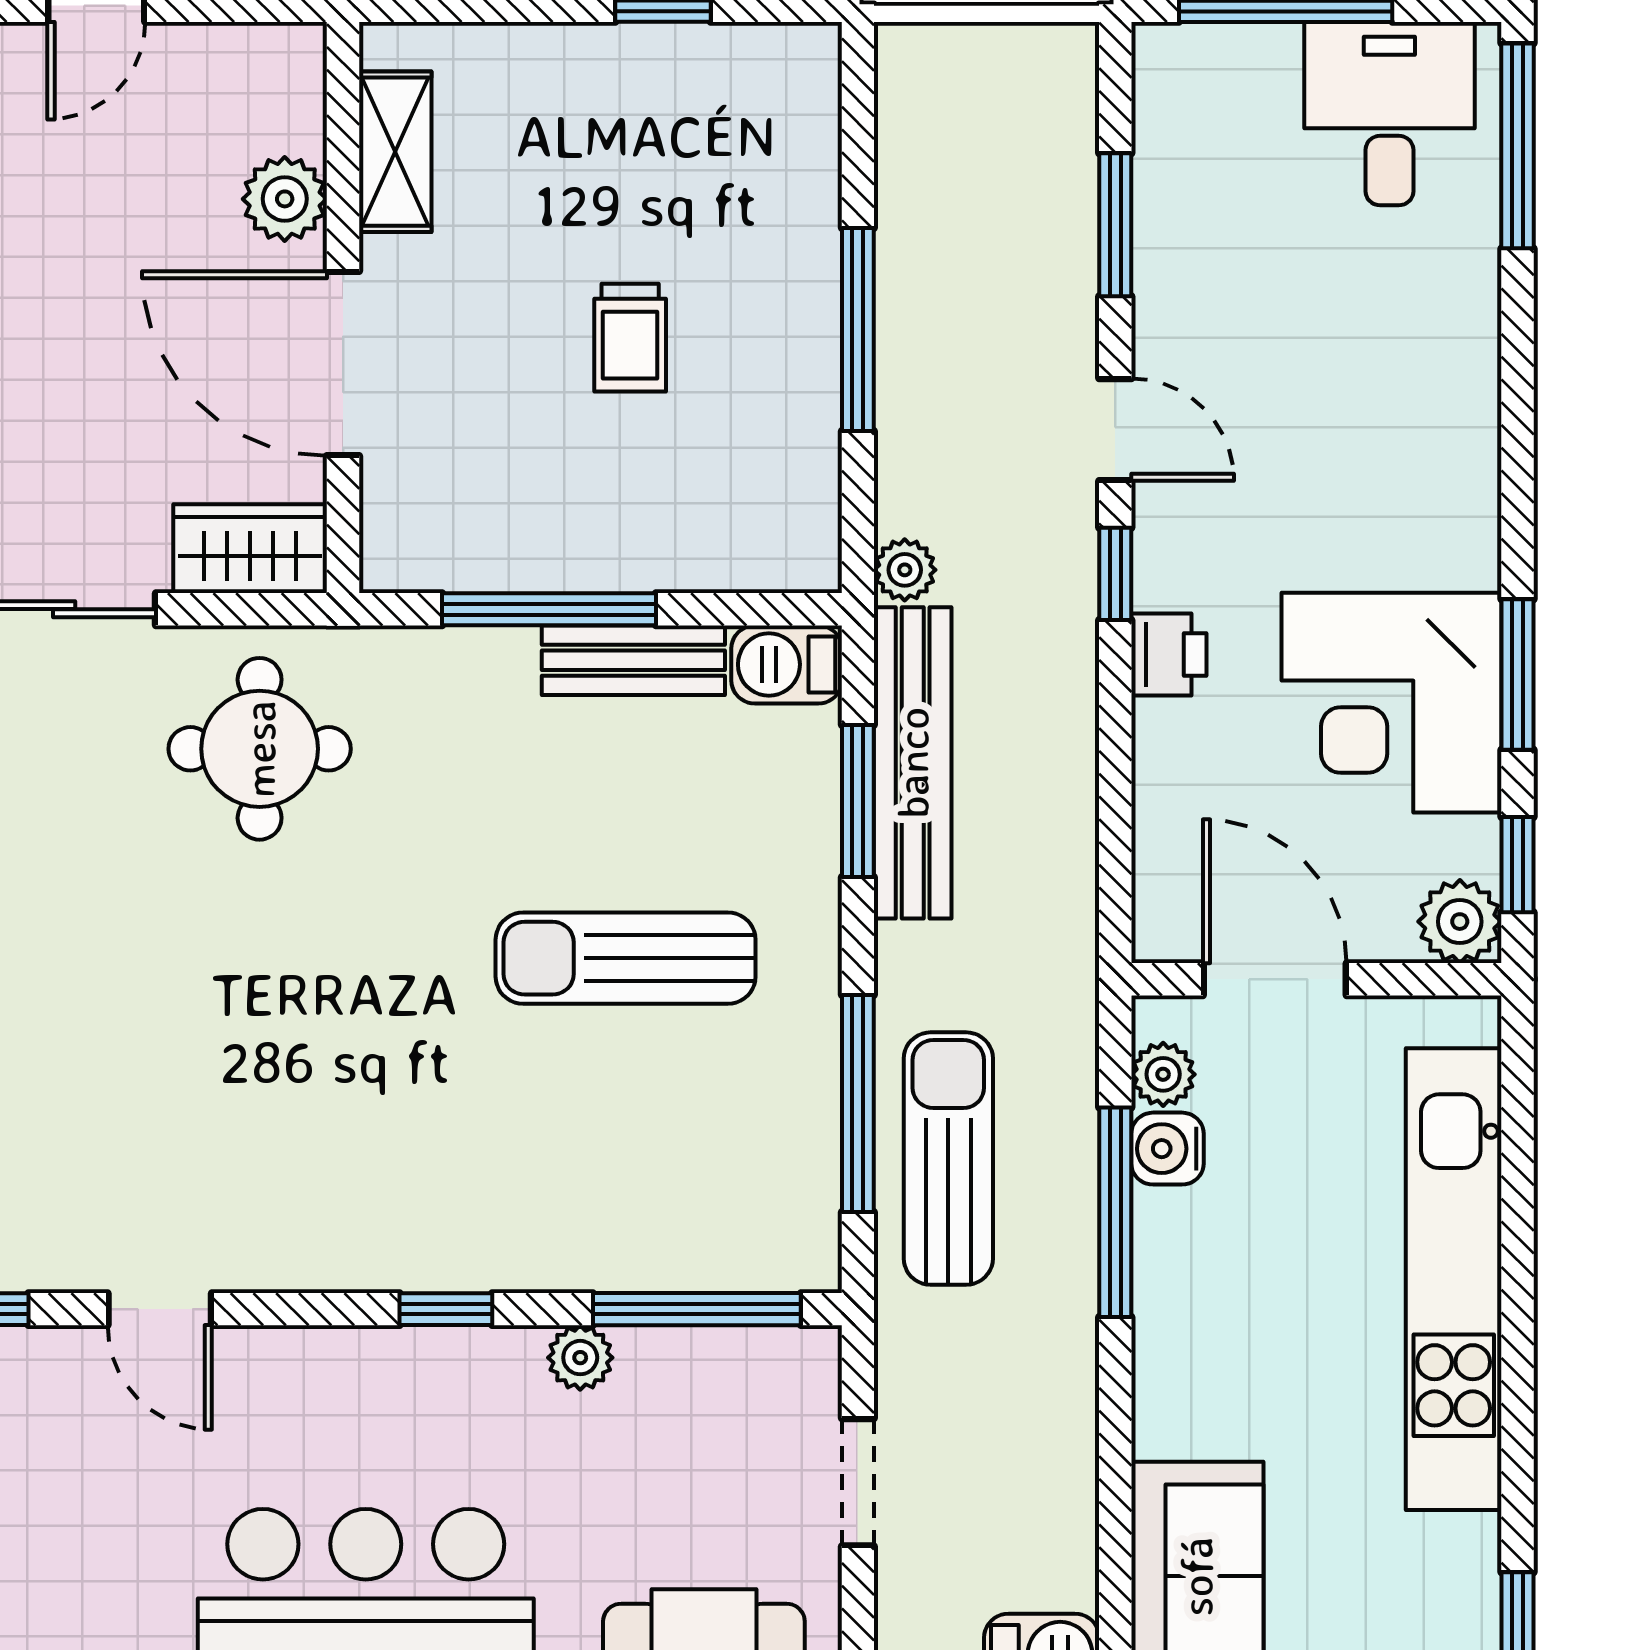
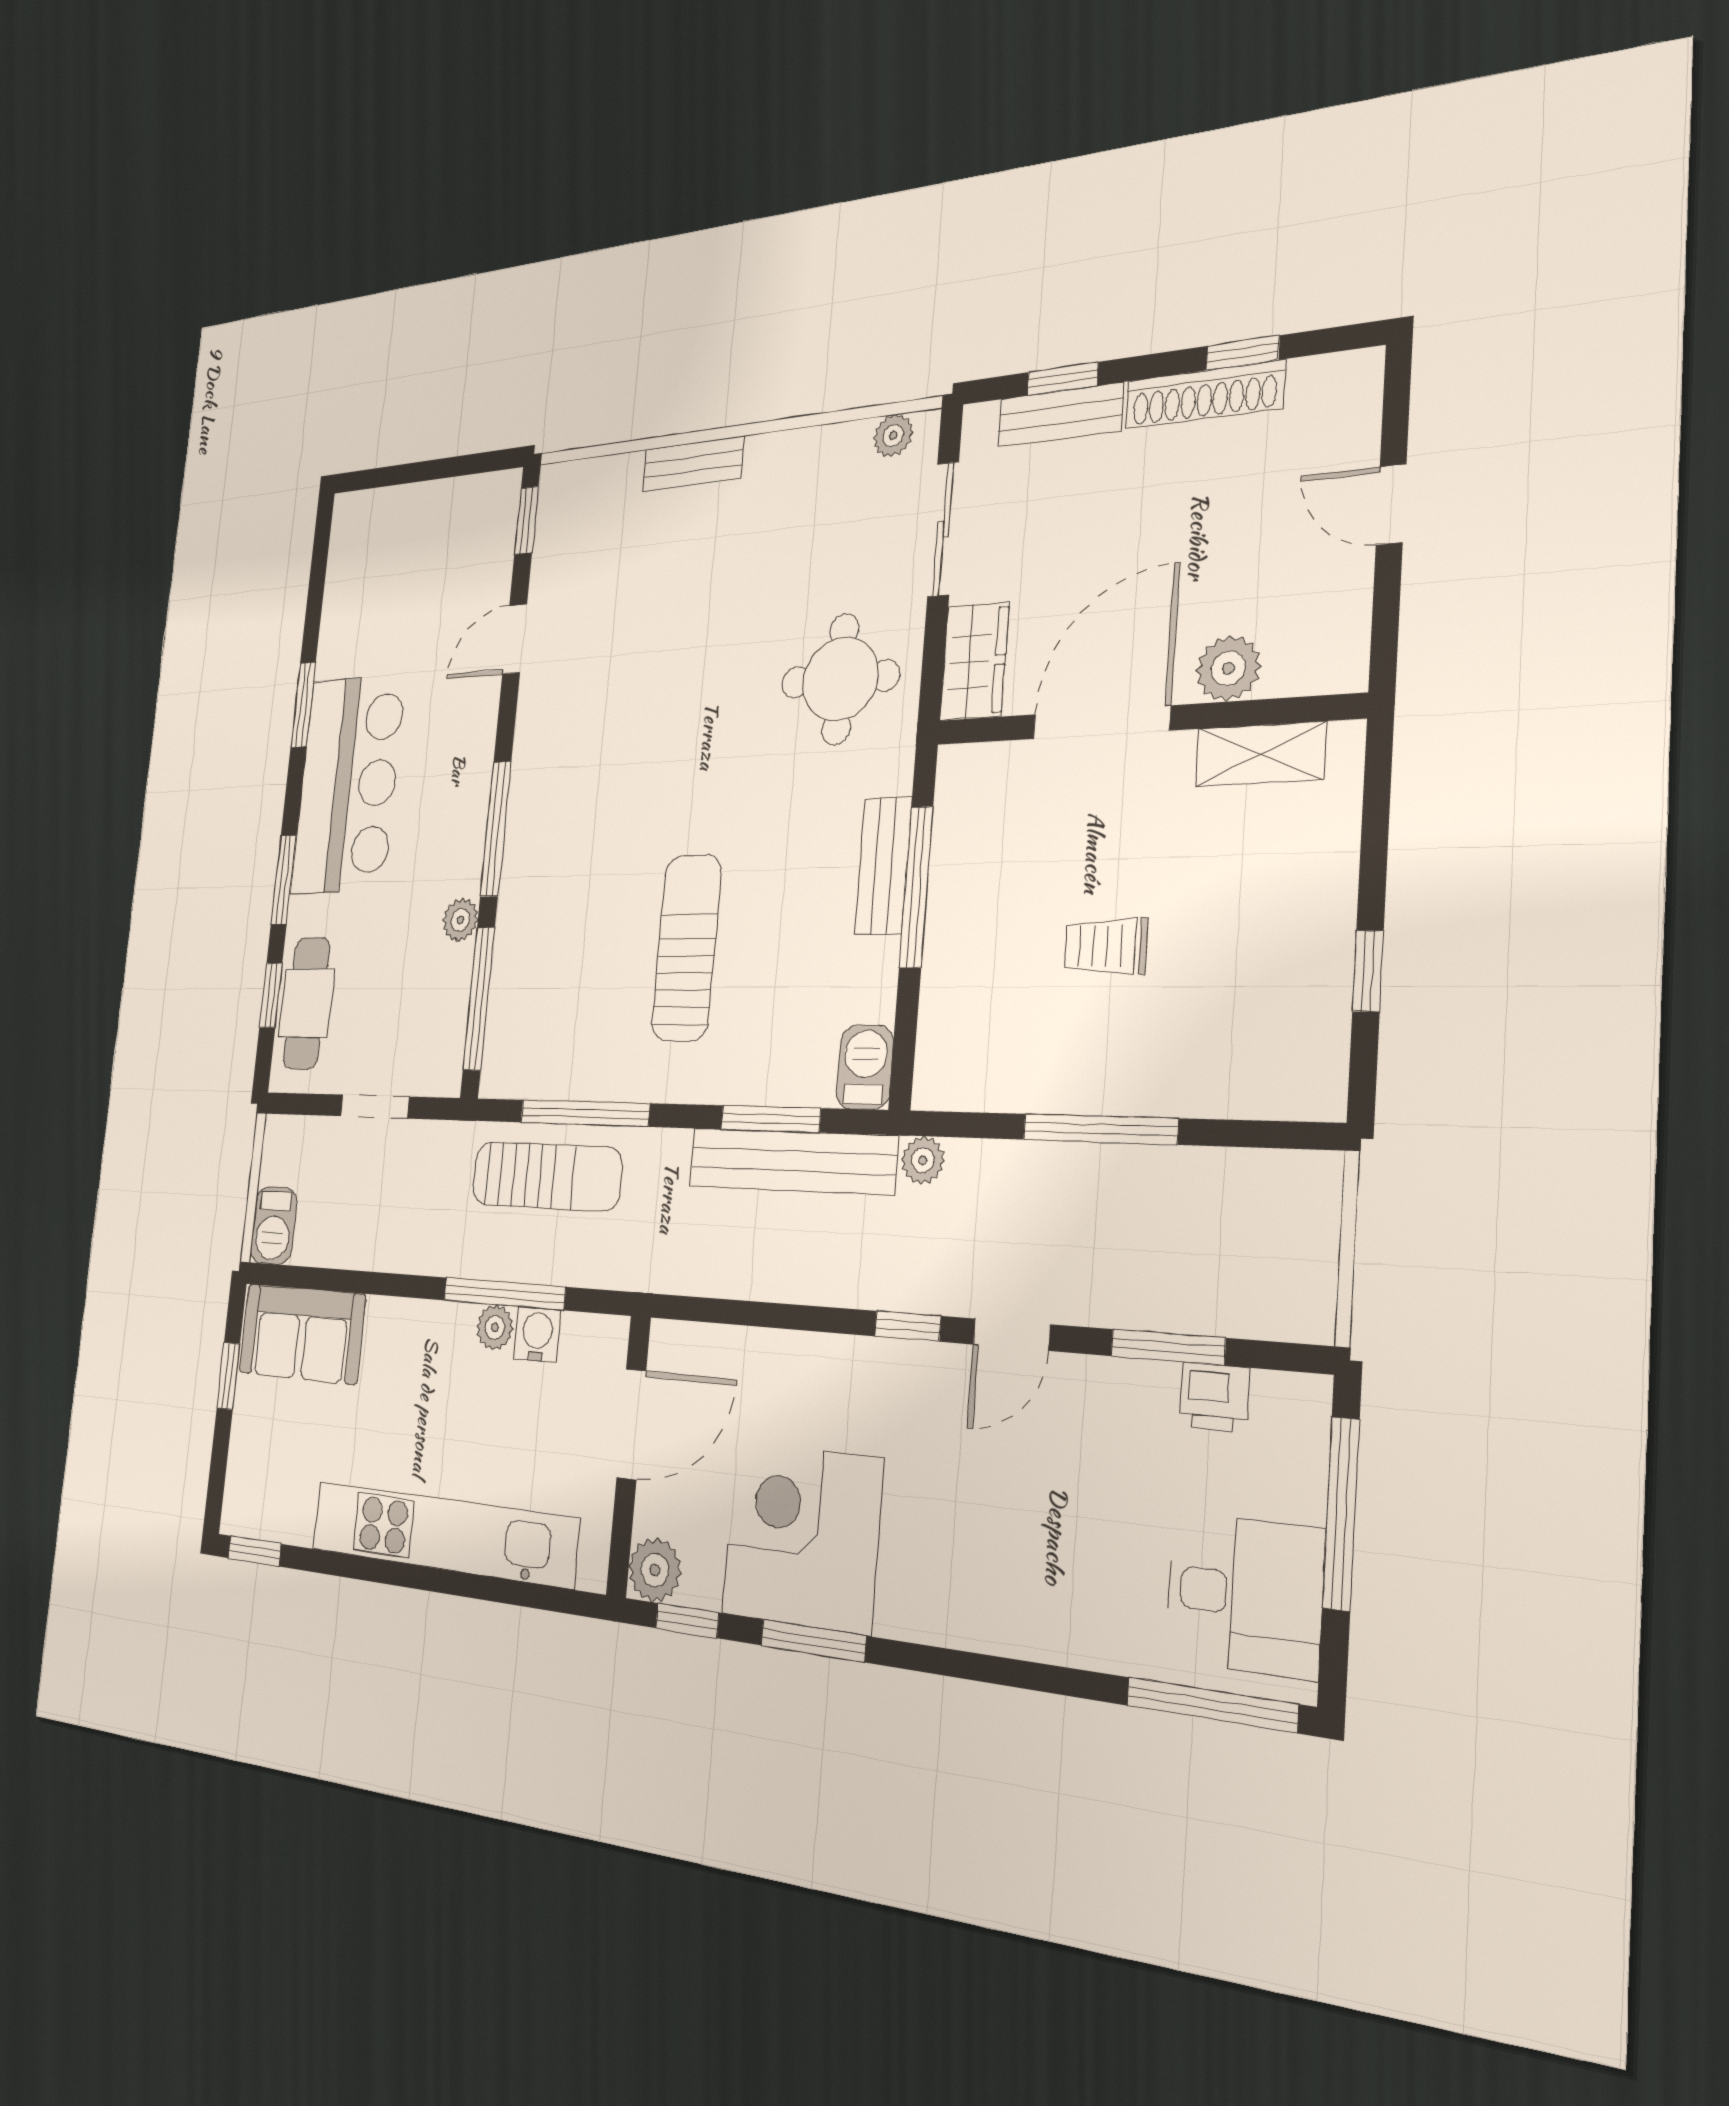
printer: (1169, 655) -> (1214, 1397), moved
bench: (633, 660) -> (883, 866), moved
plant: (1163, 1074) -> (495, 1327), moved
window: (446, 1309) -> (496, 829), width x2.17

